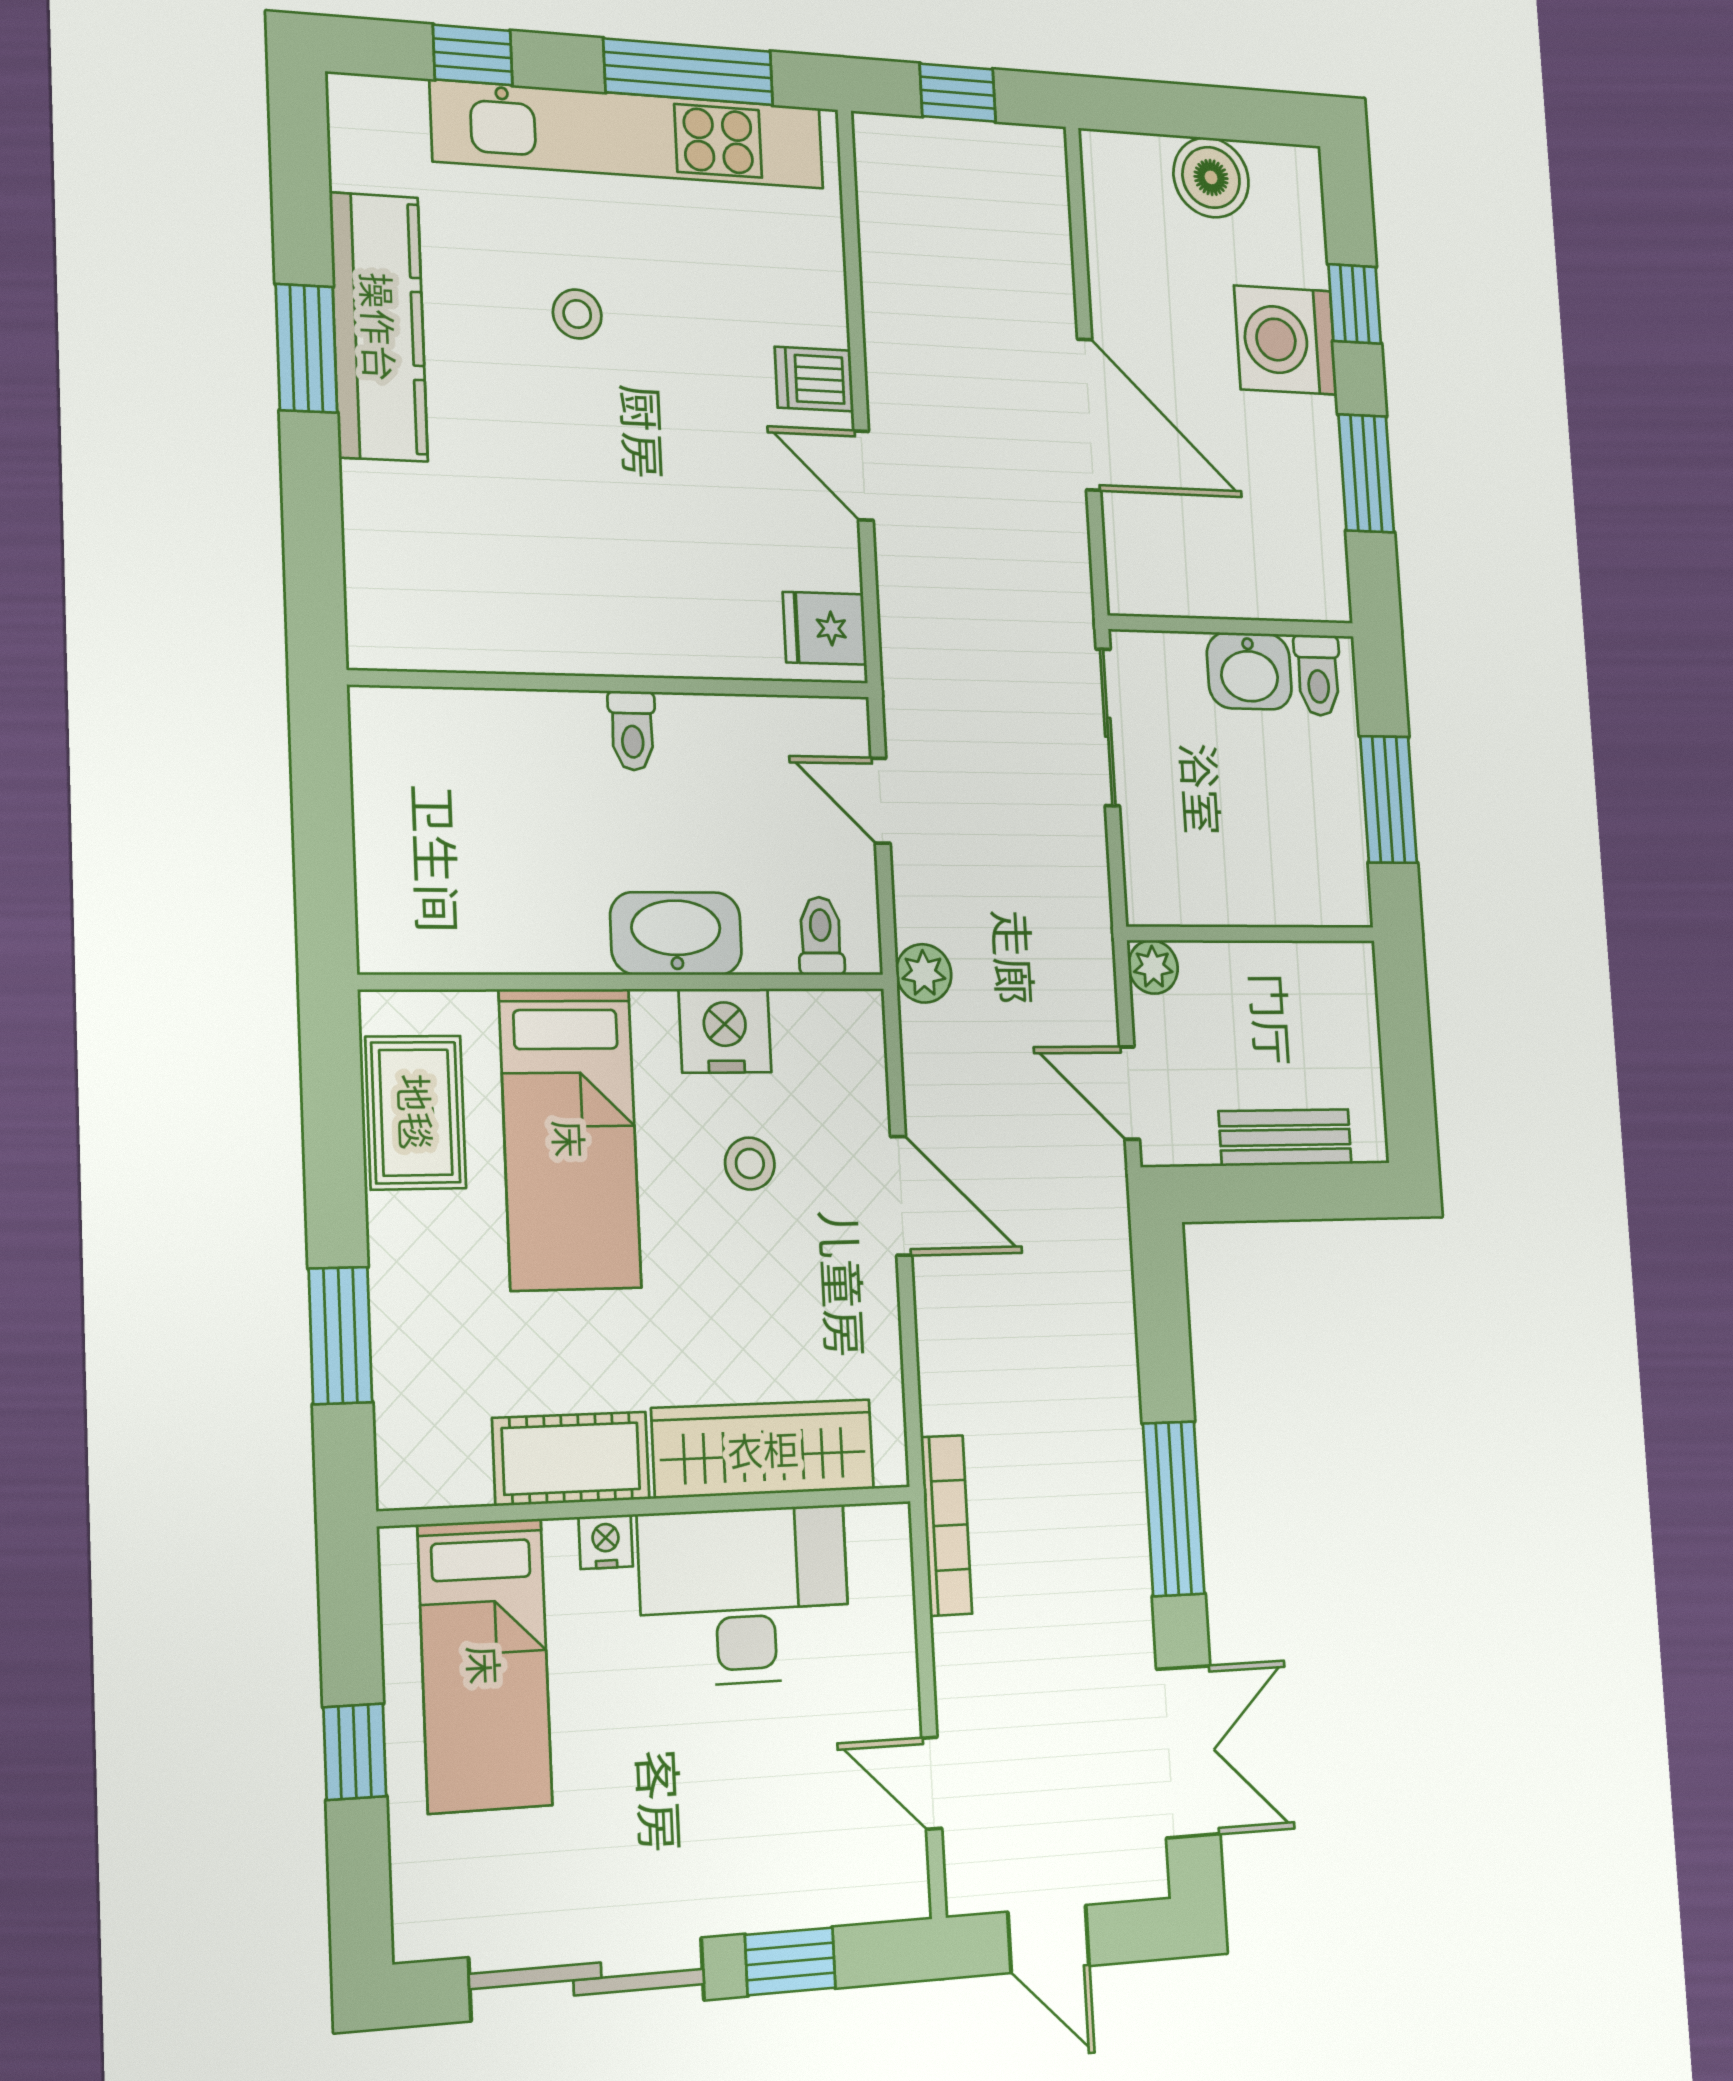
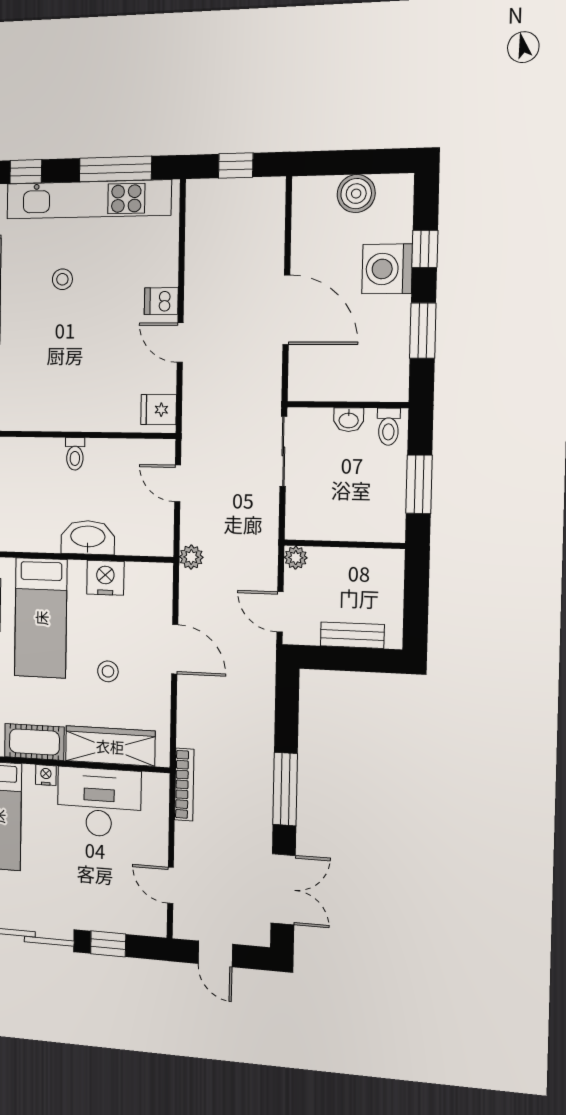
washbasin: (1249, 671) -> (349, 420), width x0.72, depth x0.69
toilet: (821, 936) -> (148, 540), removed
stool: (750, 1164) -> (108, 671), moved

